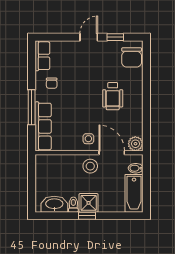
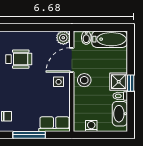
row of seats: (43, 126) -> (55, 124), width x0.68
washing machine: (41, 174) -> (91, 126), added

